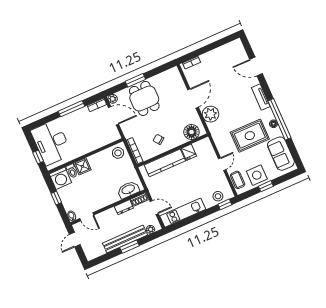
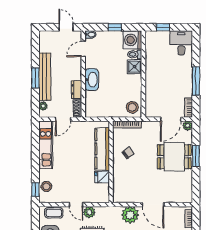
floor lamp: (191, 132) -> (121, 188), removed
desk: (51, 143) -> (181, 43), width x0.53, depth x0.77
plant: (224, 150) -> (89, 212), added
washbasin: (128, 190) -> (92, 80), moved

